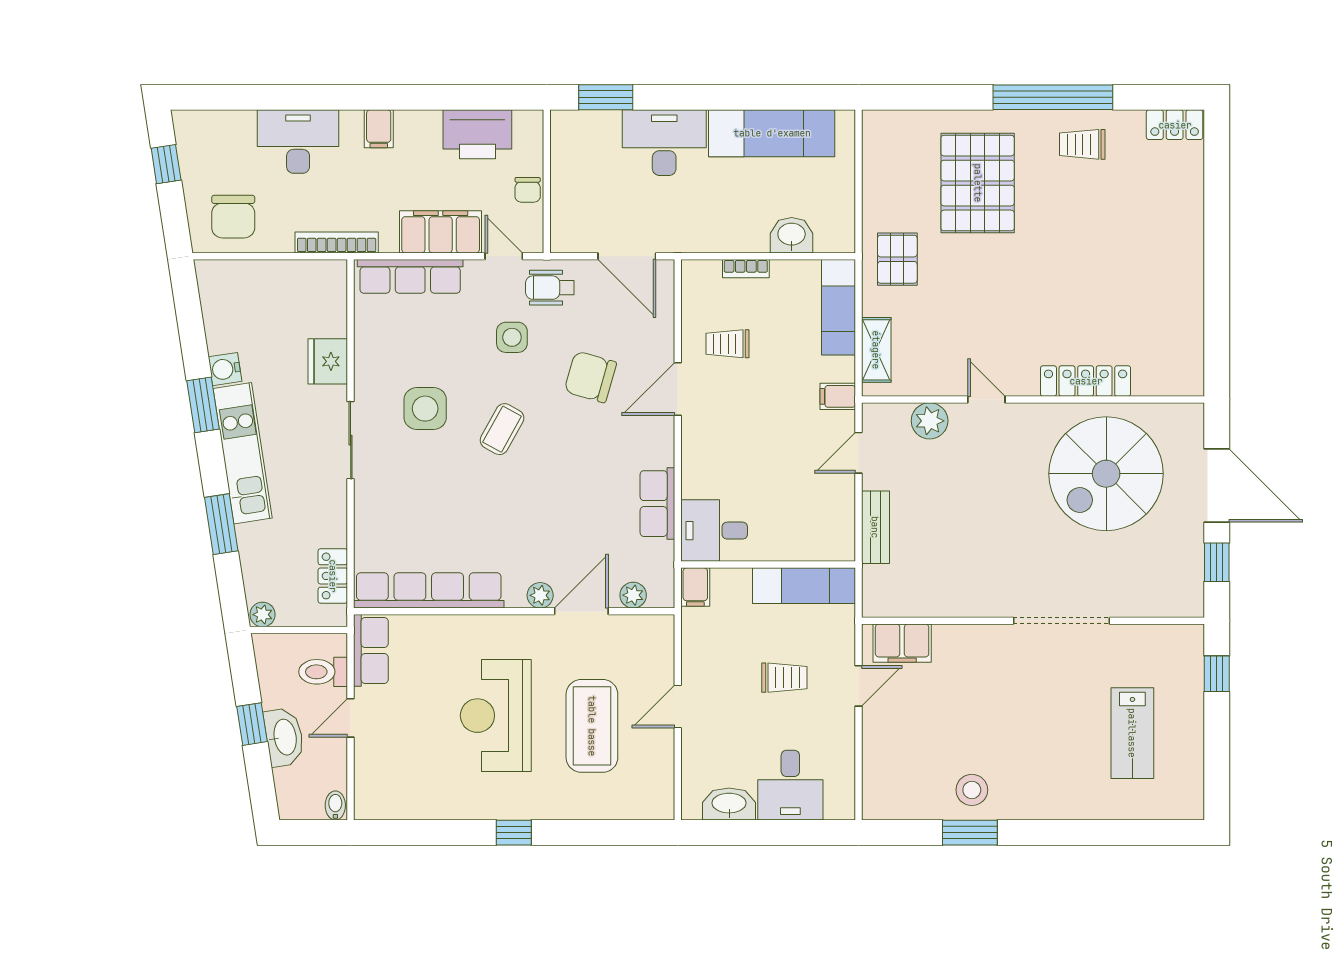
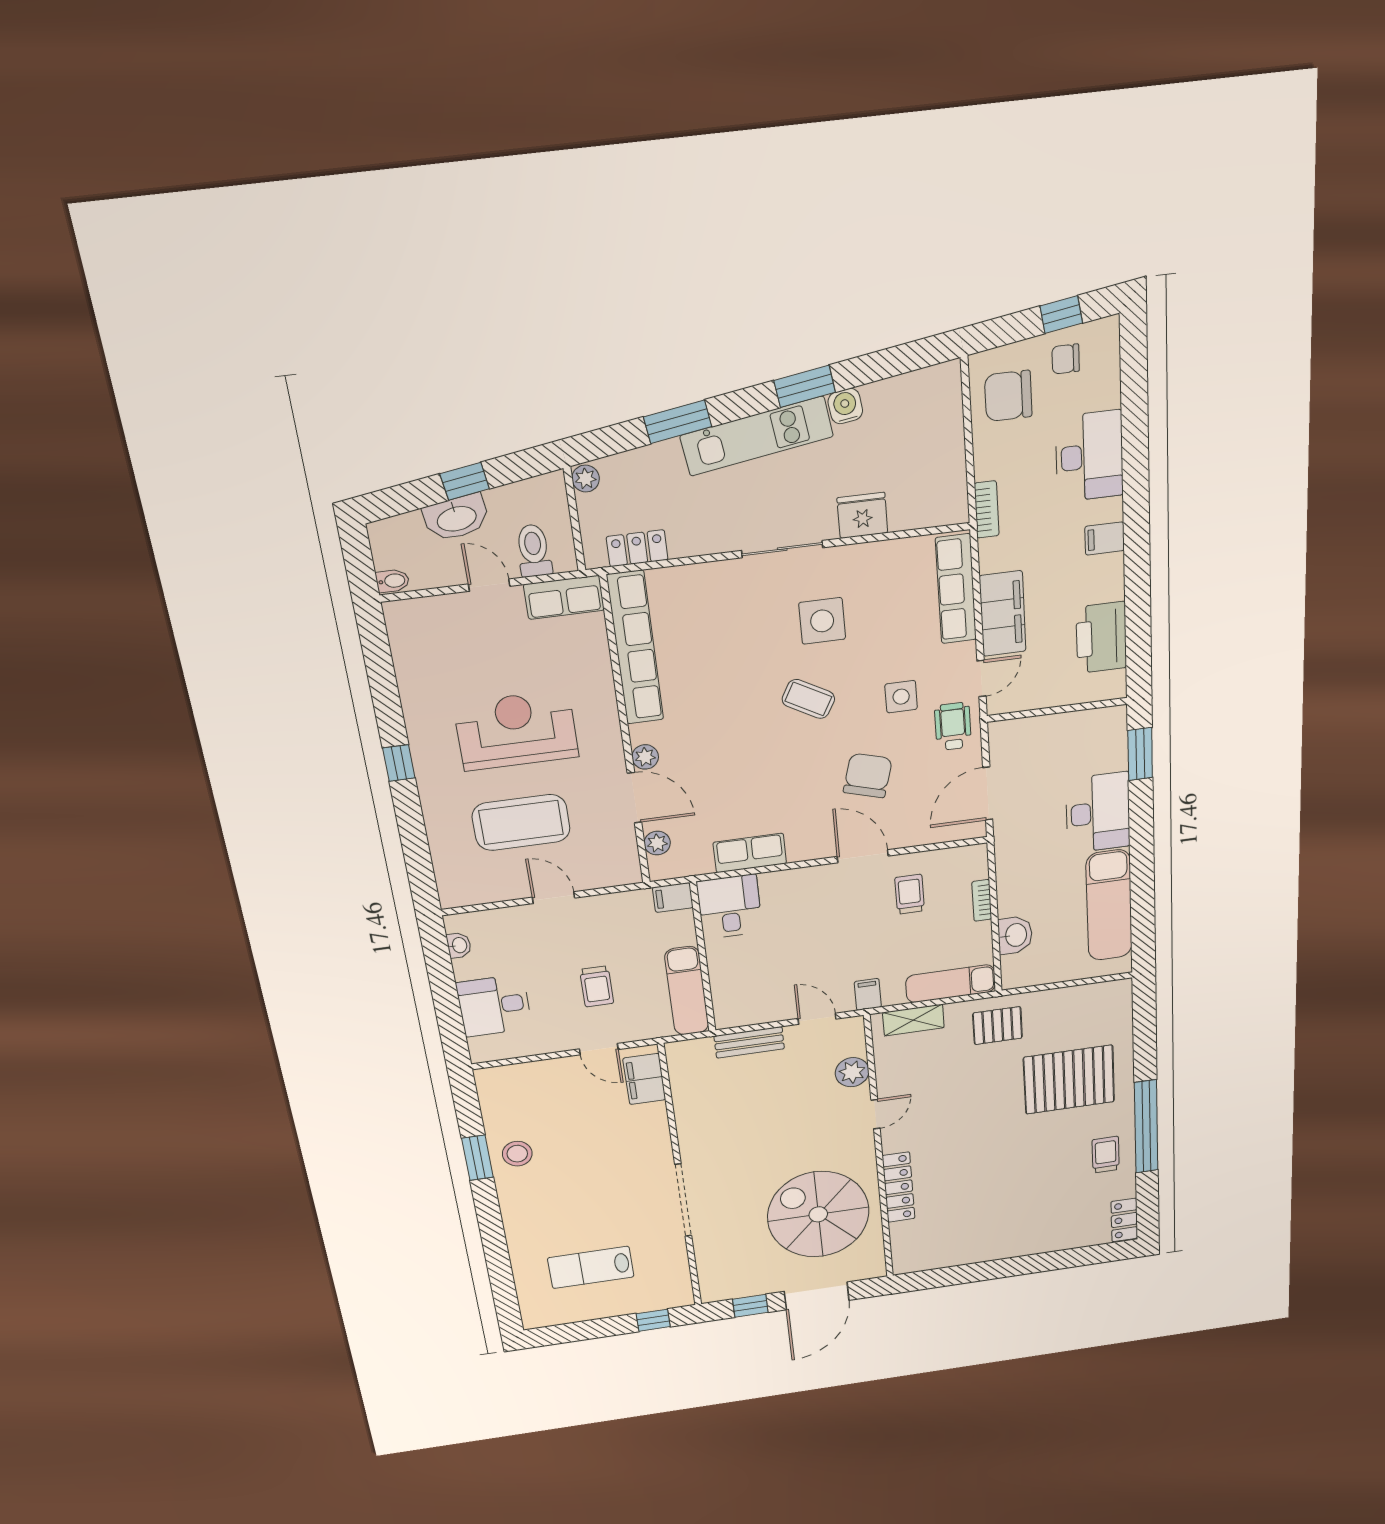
chair: (528, 190) -> (1066, 359), moved
bookcase: (337, 242) -> (987, 509), width x0.64
washbasin: (729, 804) -> (459, 945), width x0.52, depth x0.69

